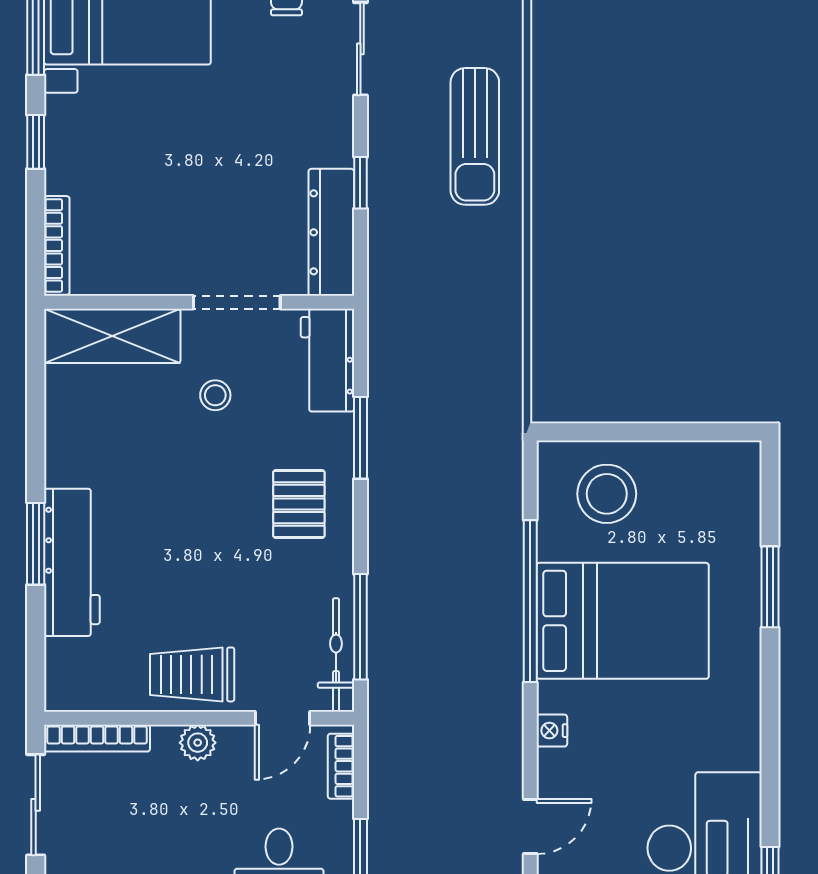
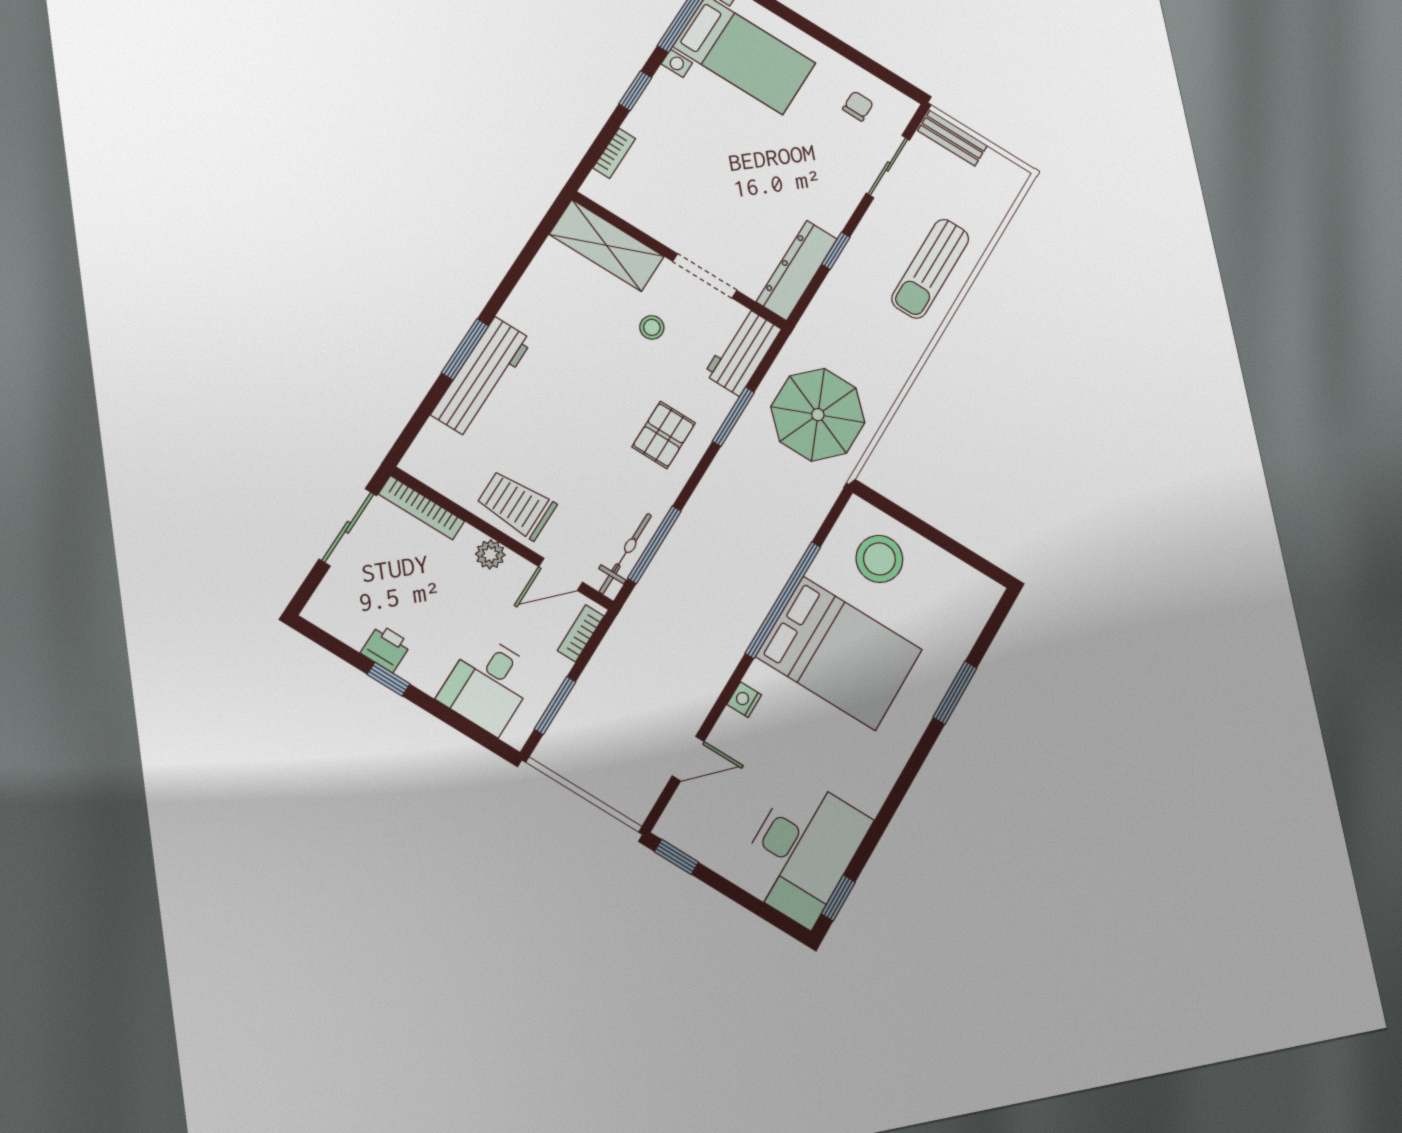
bookcase: (57, 245) -> (614, 153), width x0.64
parasol: (449, 378) -> (818, 415), added

